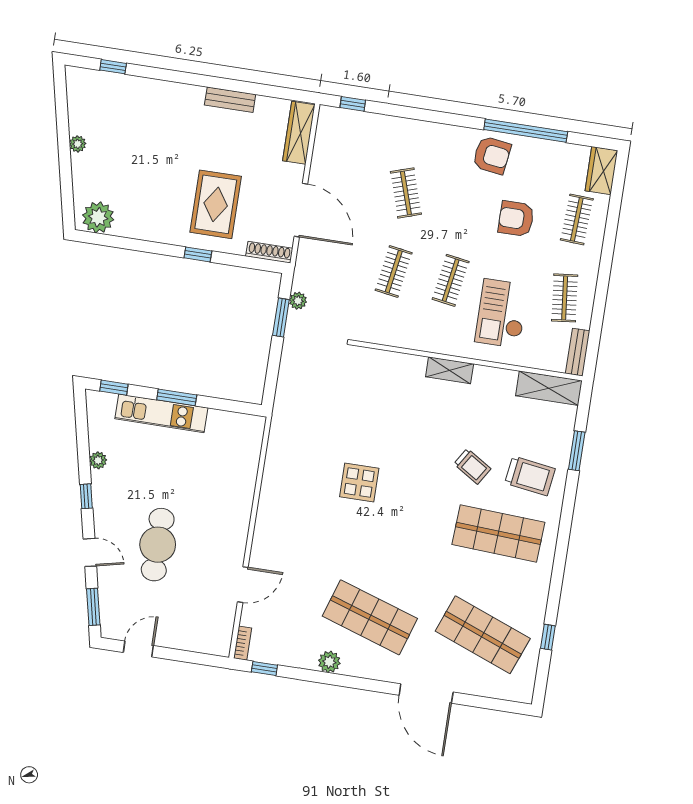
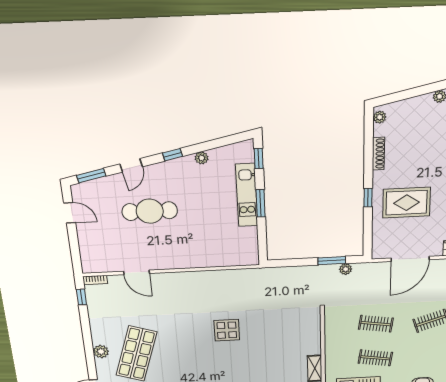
plant: (98, 217) -> (380, 117), width x0.53, depth x0.53
shoe rack: (269, 252) -> (378, 154), moved
plant: (329, 662) -> (101, 352), moved

